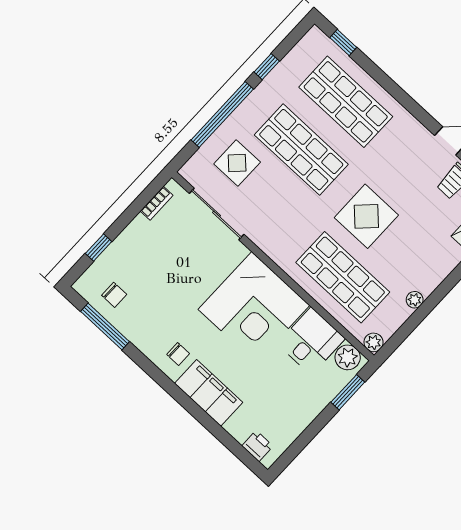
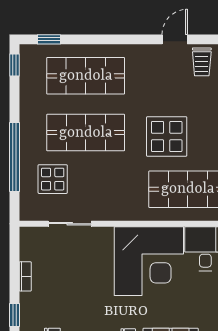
window: (267, 67) -> (14, 65), moved
bookcase: (157, 203) -> (25, 276), moved
sliding door: (217, 214) -> (70, 224), width x0.73

